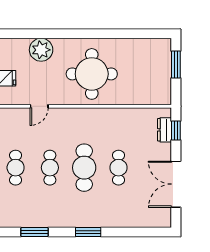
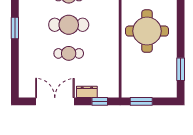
window: (137, 34) -> (181, 69), added
window: (176, 65) -> (141, 101), moved
dresser: (165, 130) -> (87, 92), moved

